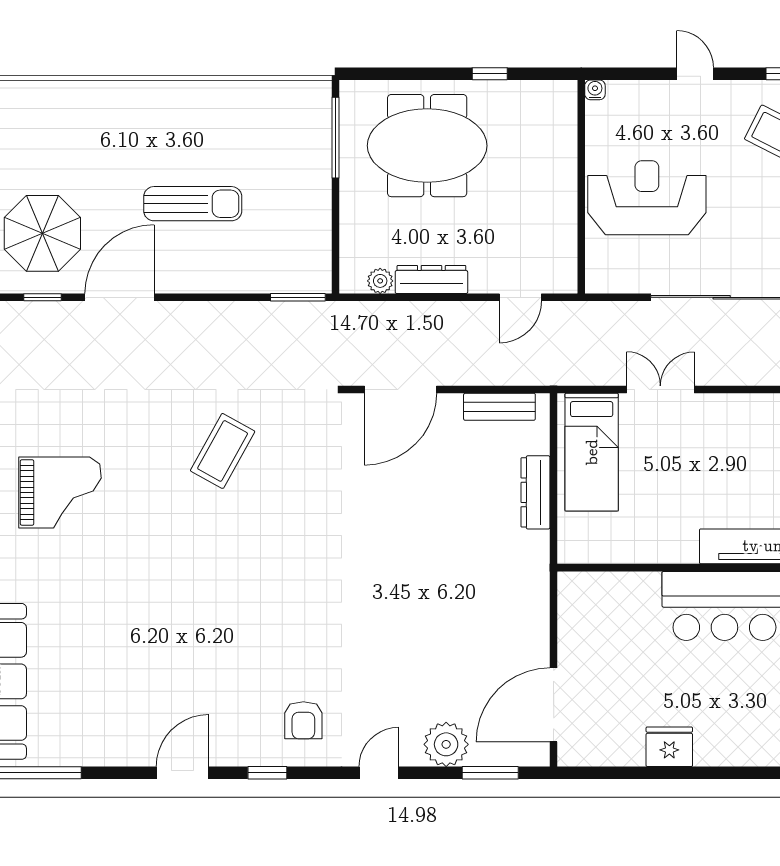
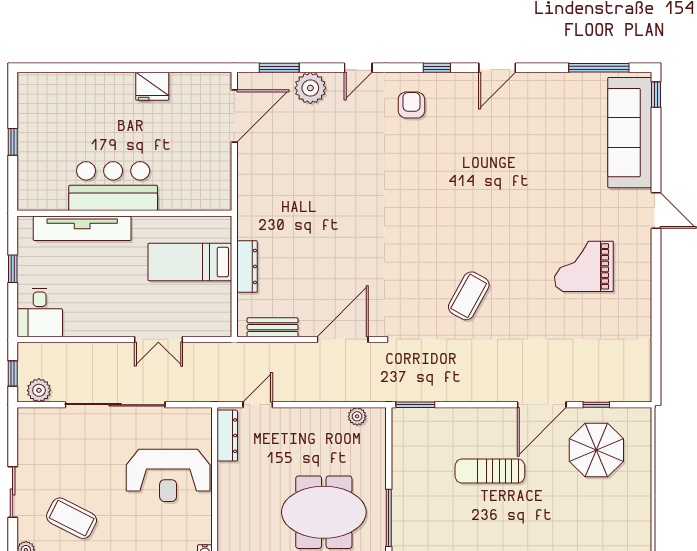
dresser: (431, 279) -> (227, 436), moved, turned -90
bed: (592, 452) -> (190, 262), moved, turned -90

